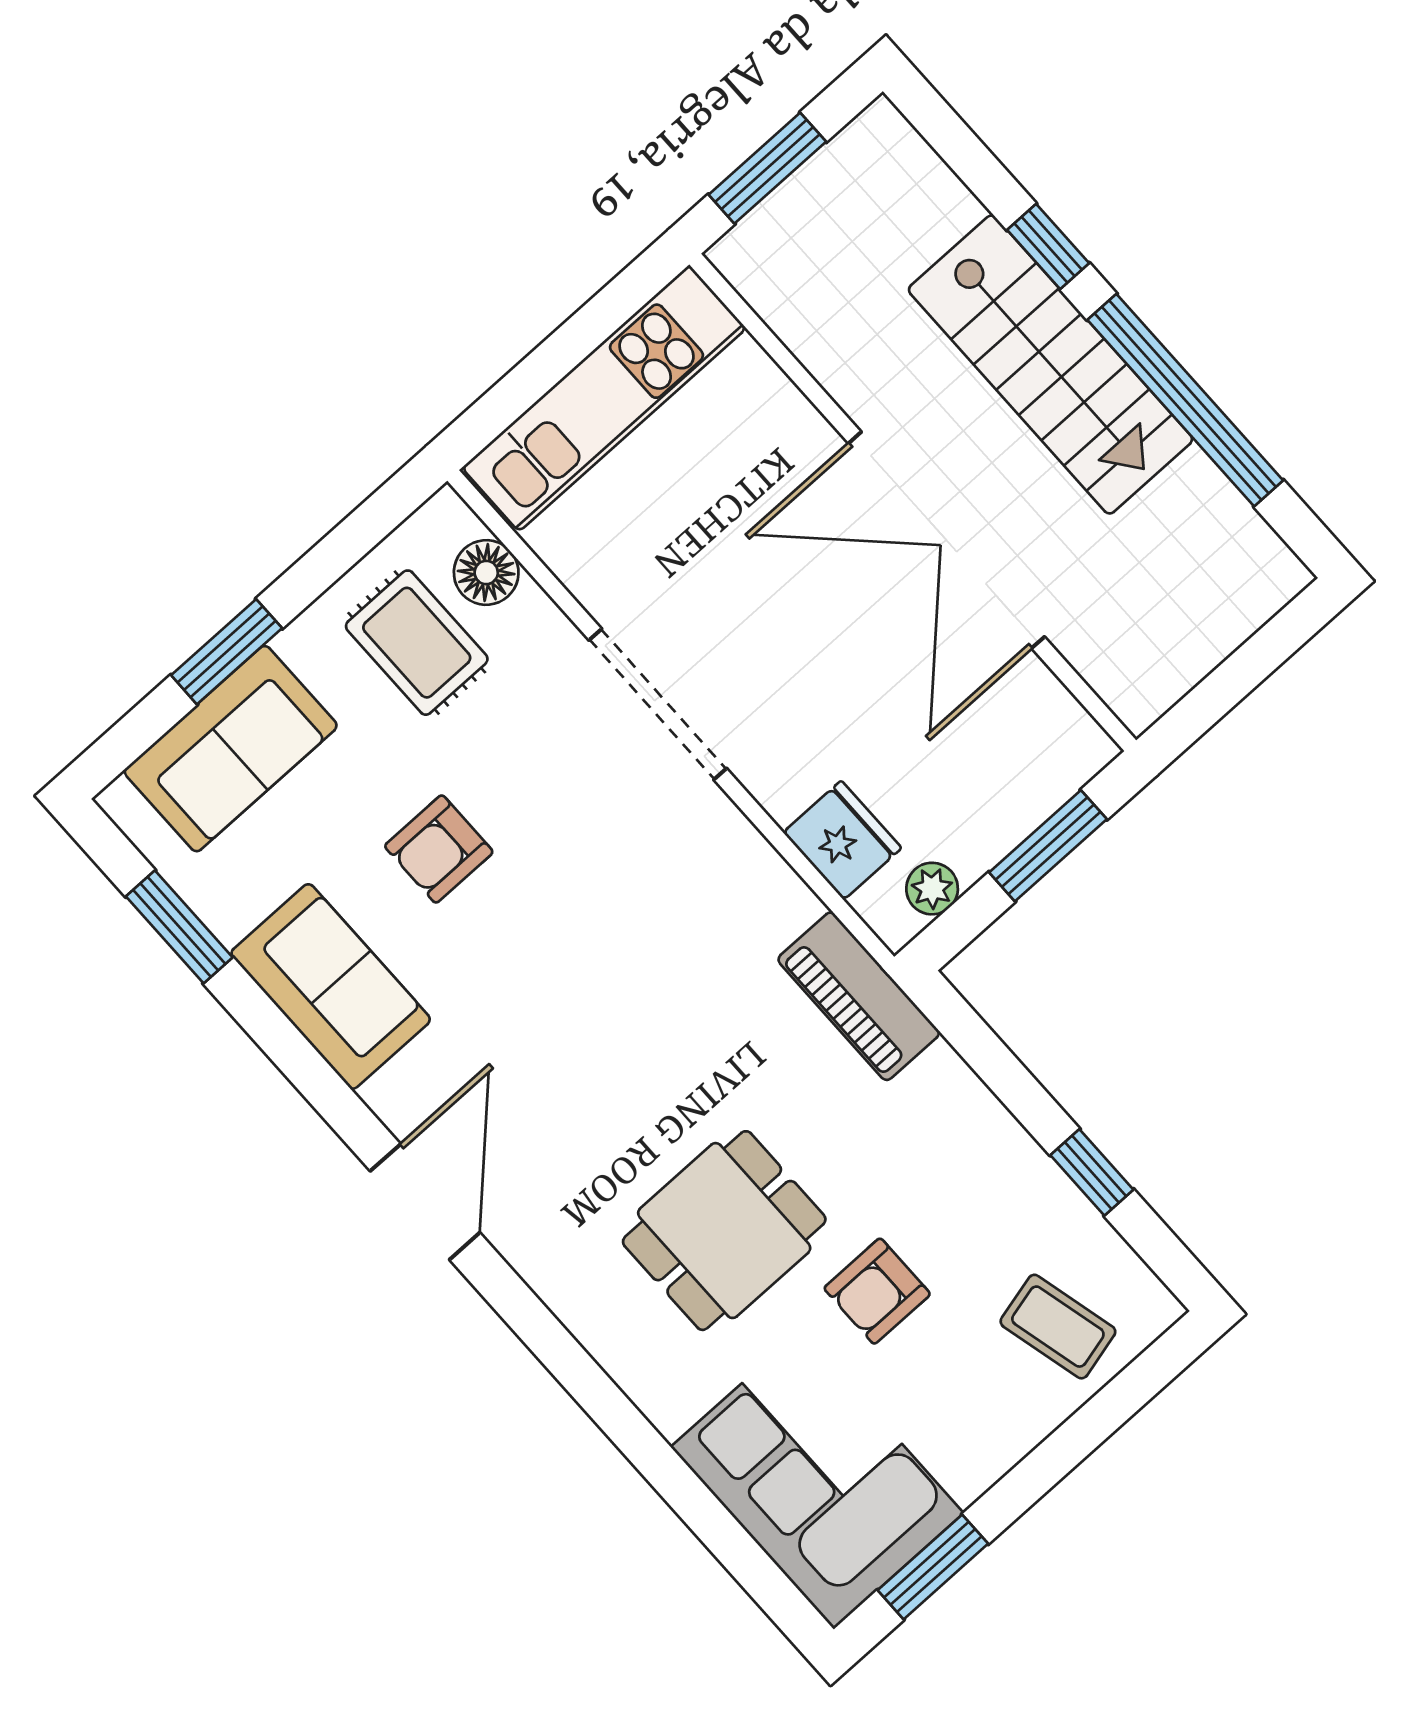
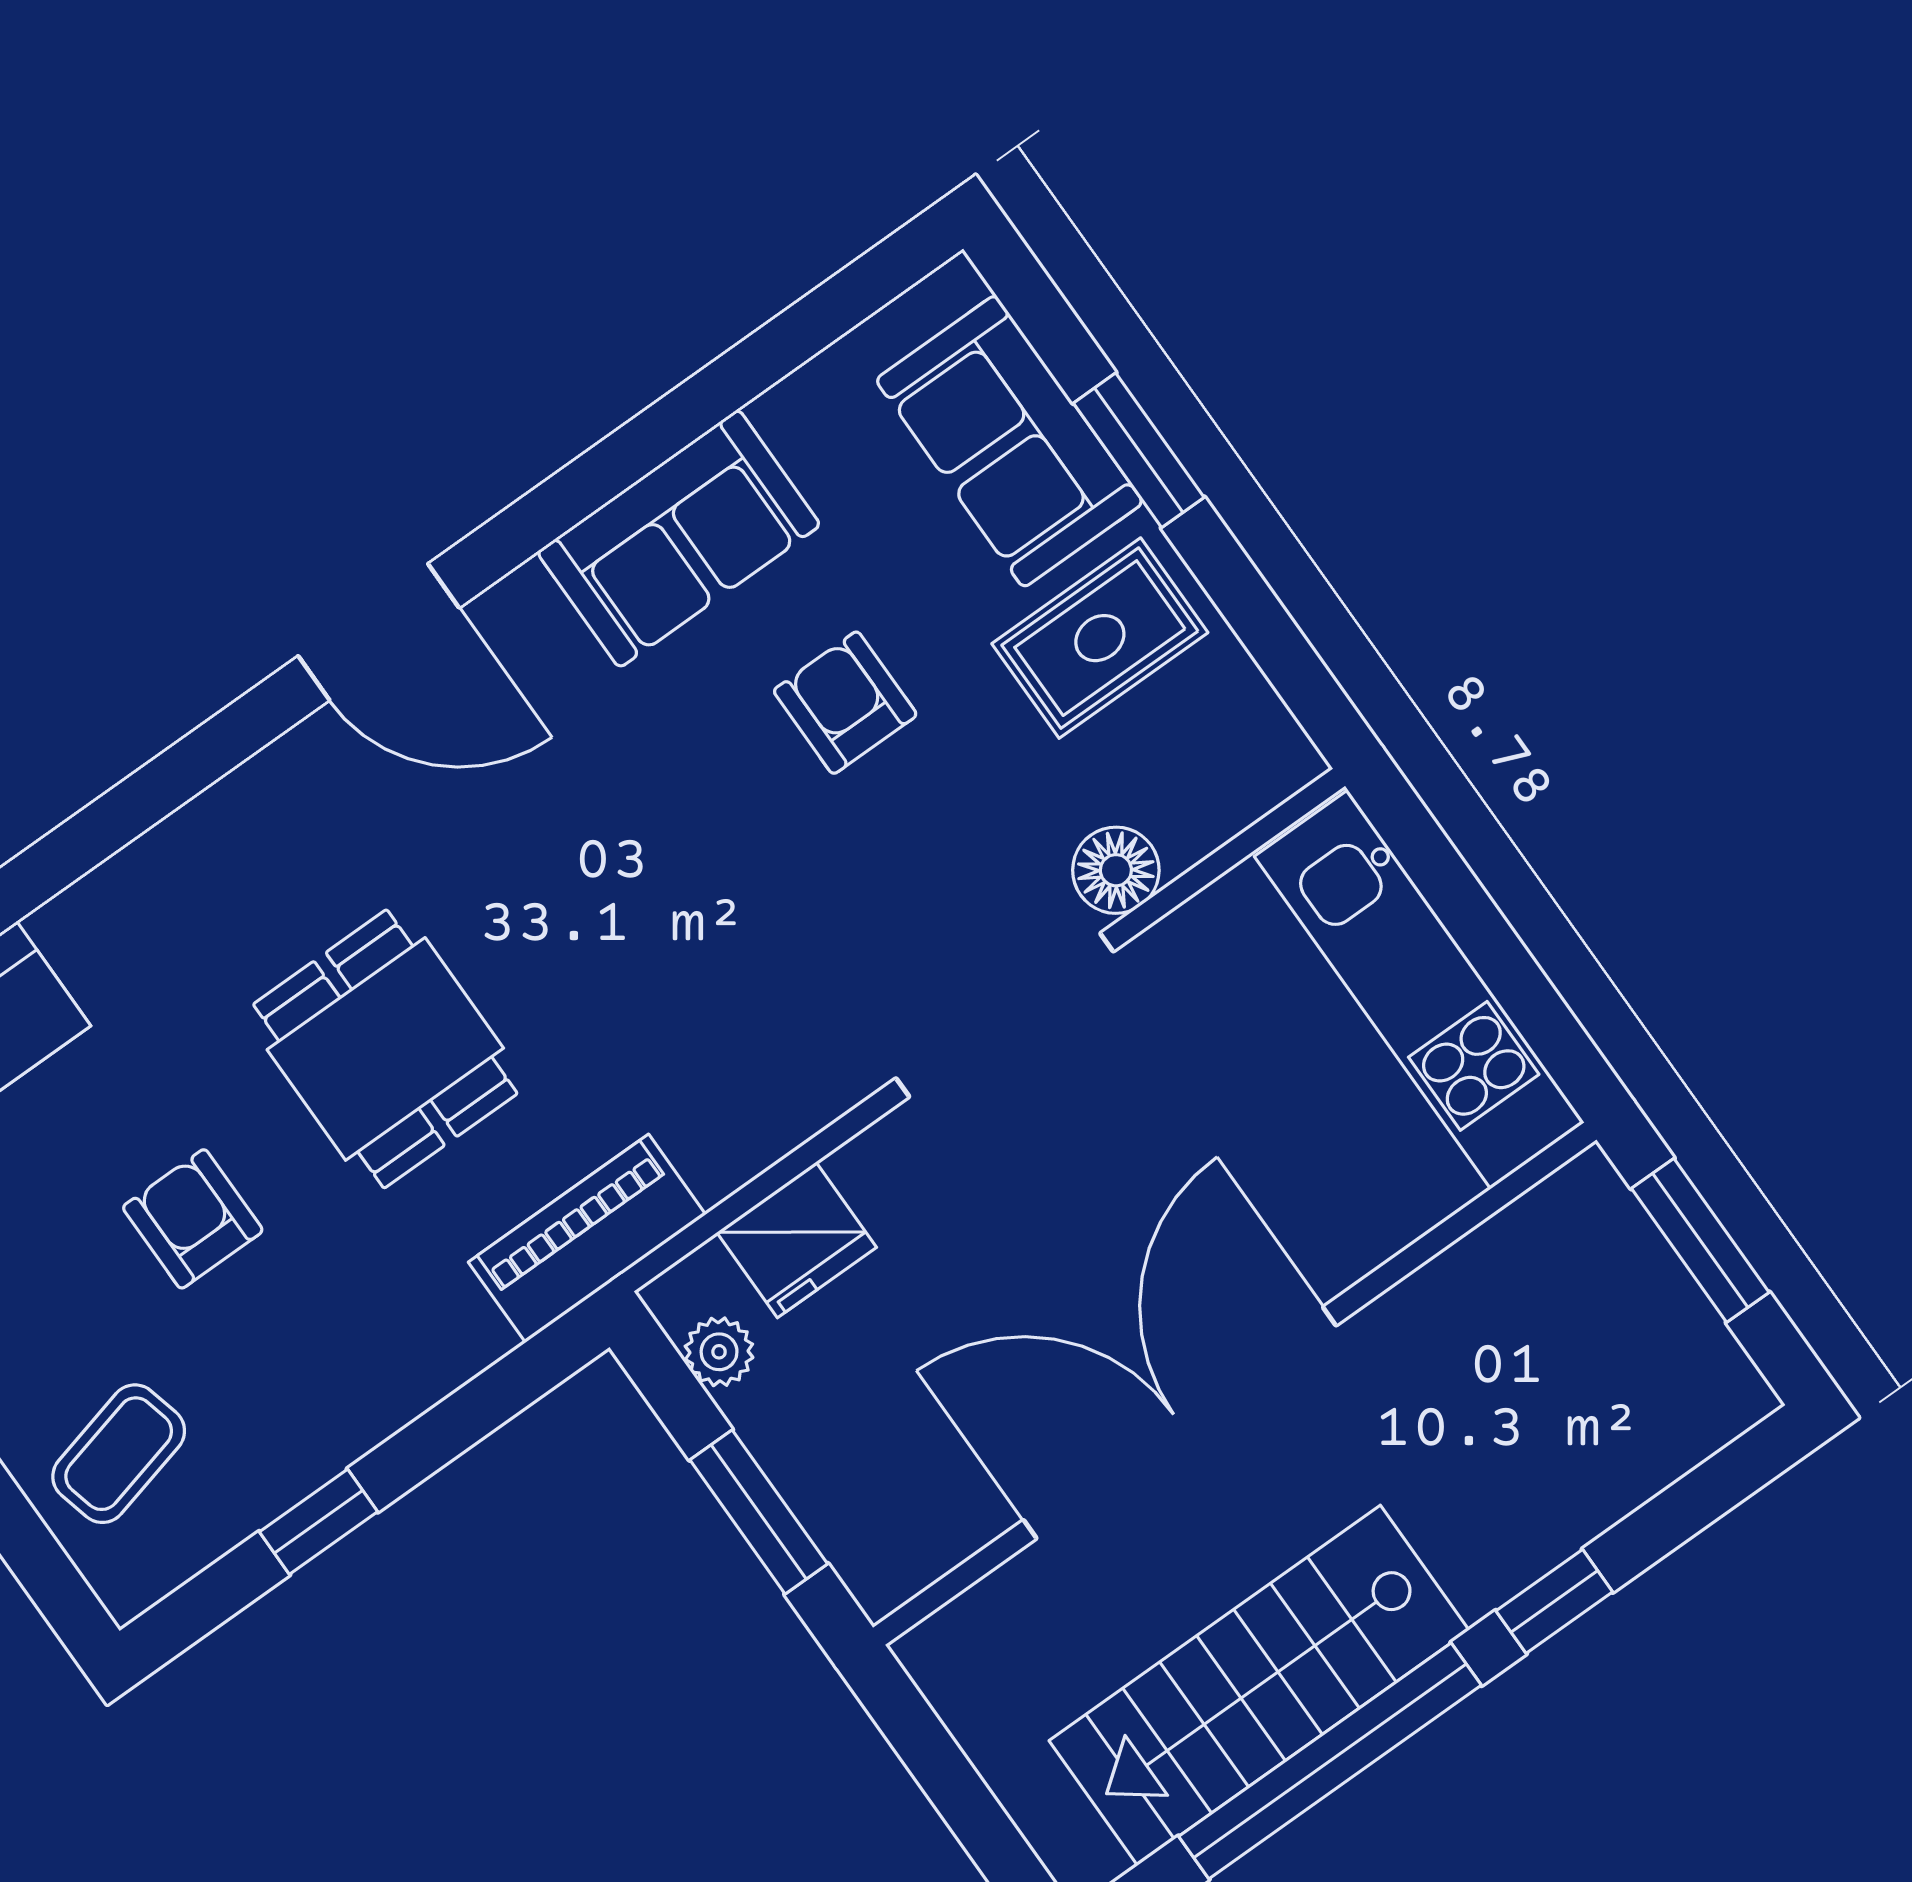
stairs: (1050, 365) -> (1259, 1685), moved
floor lamp: (486, 573) -> (1116, 870), moved
rug: (417, 643) -> (1100, 638), moved
window: (179, 927) -> (780, 346), removed
dining table: (724, 1231) -> (385, 1049), moved

